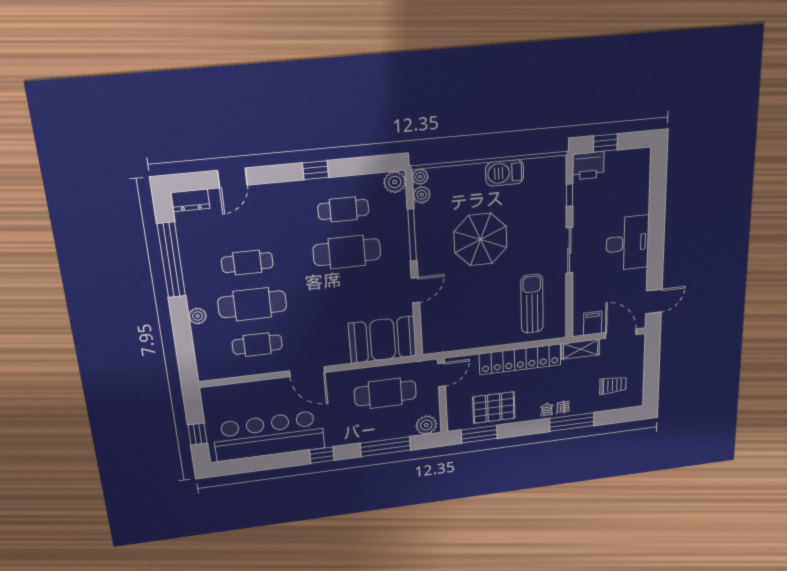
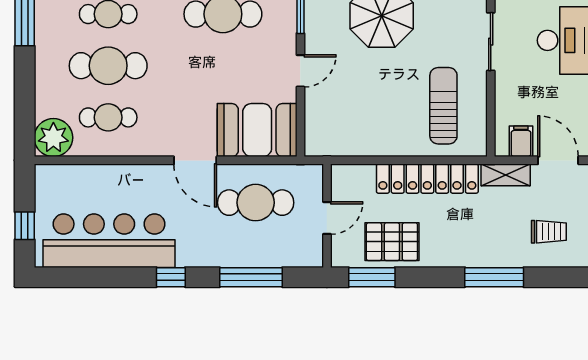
plant: (198, 316) -> (53, 138), moved, width x1.87, depth x1.87
door: (307, 372) -> (195, 160), moved
door: (441, 375) -> (327, 218), moved
plant: (426, 425) -> (304, 254), removed

